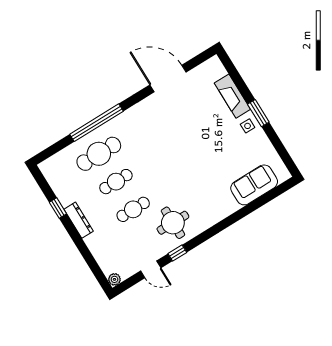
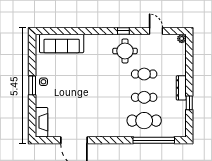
fireplace: (232, 96) -> (41, 122), moved
window: (96, 123) -> (154, 140), moved
sofa: (254, 185) -> (62, 44), width x1.36
window: (177, 253) -> (123, 31), moved

